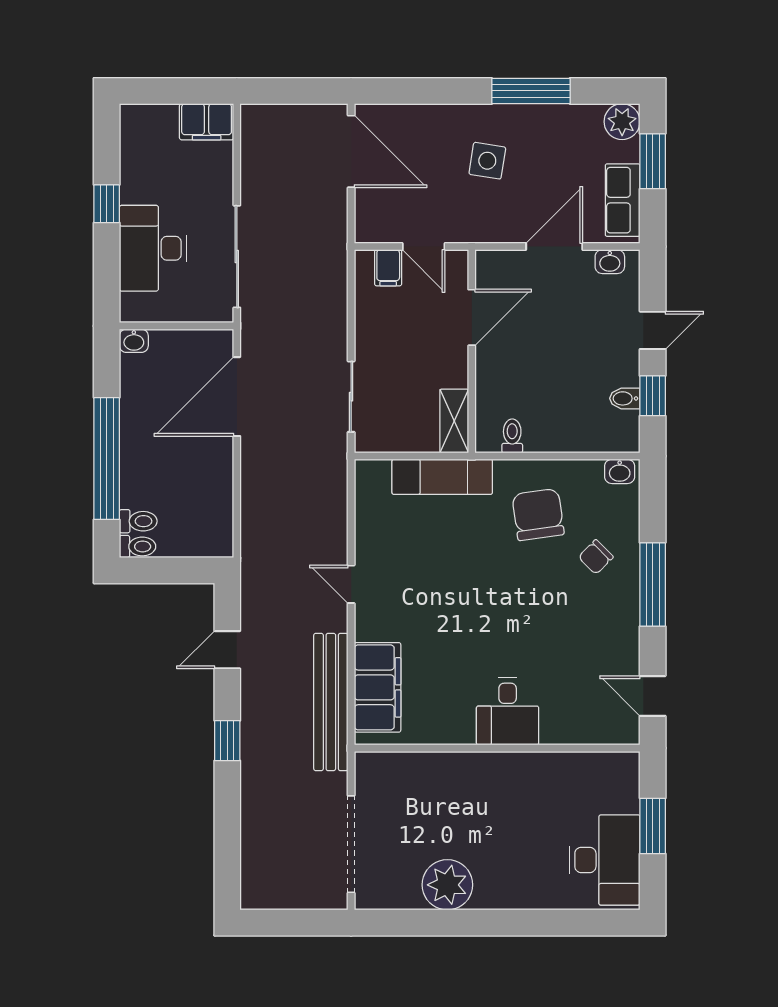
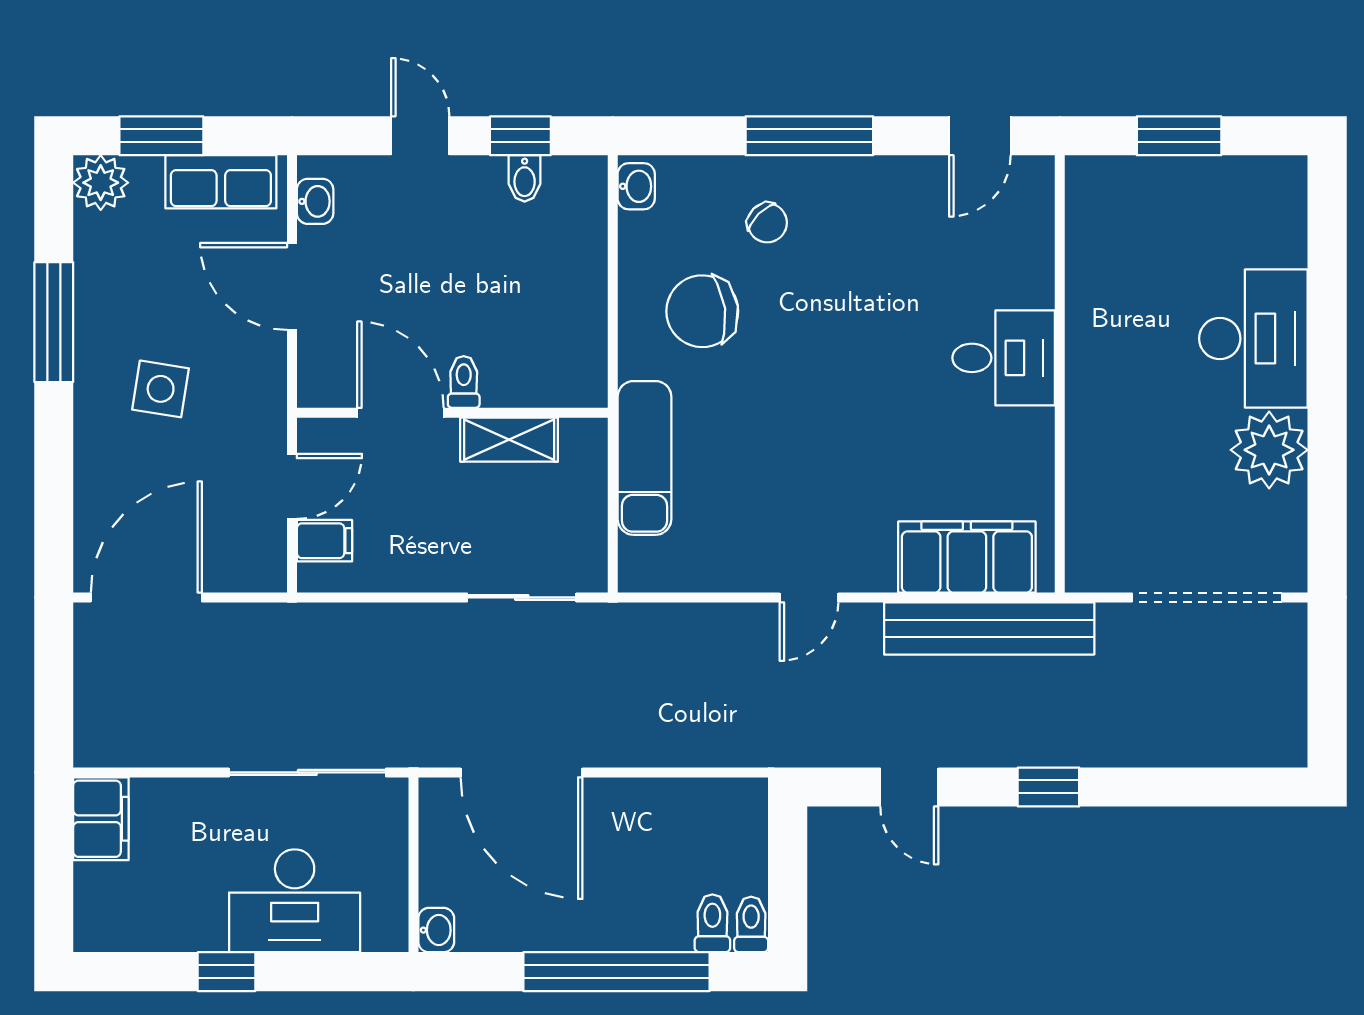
shelving: (454, 421) -> (509, 440), moved
toilet: (512, 436) -> (464, 382), moved, turned 90
desk: (605, 860) -> (1253, 339), moved, turned 90

